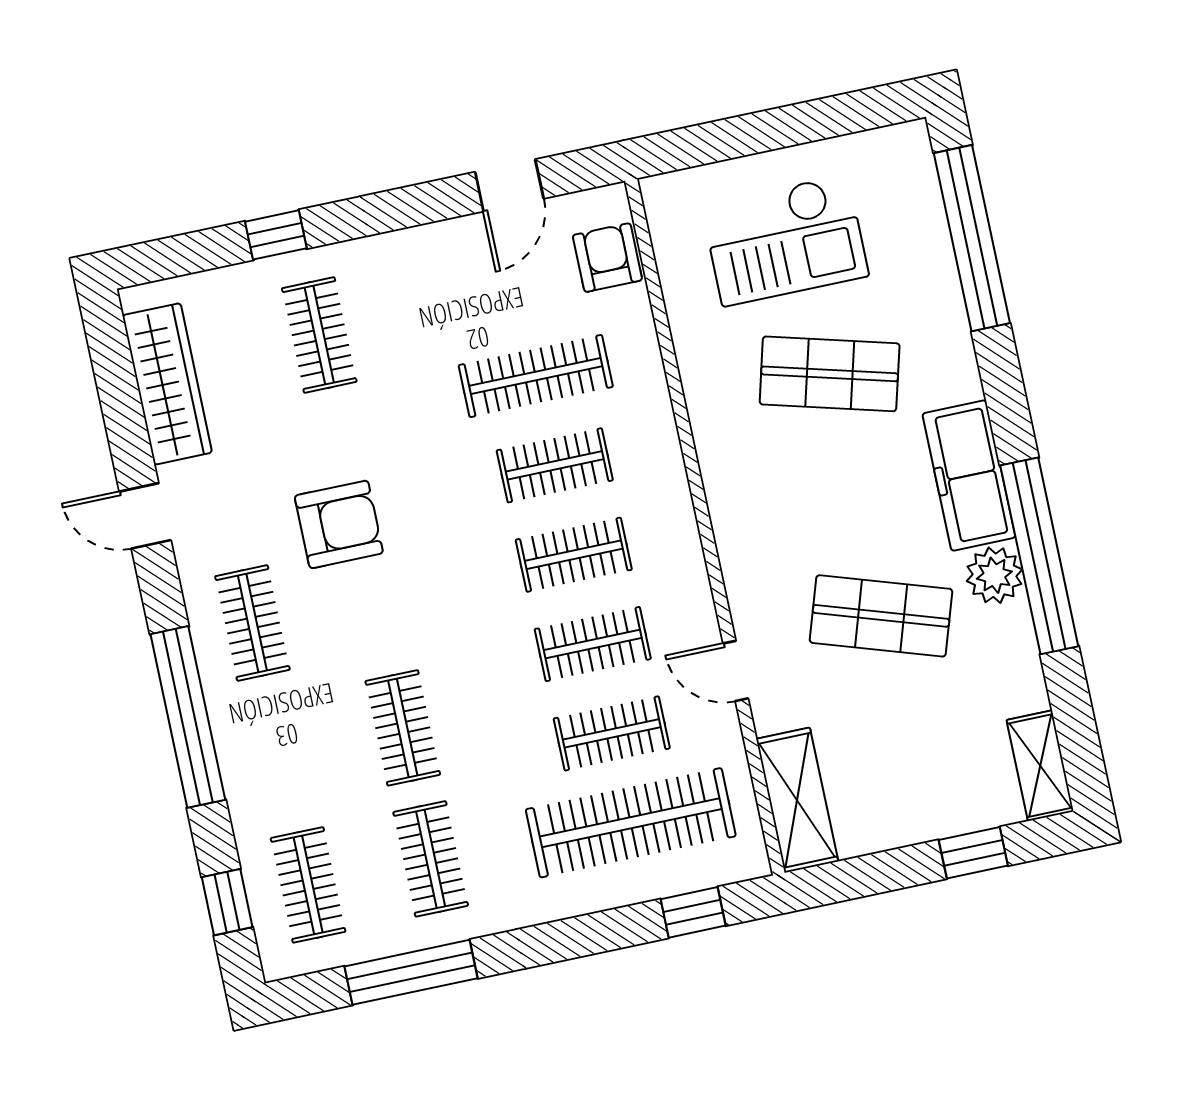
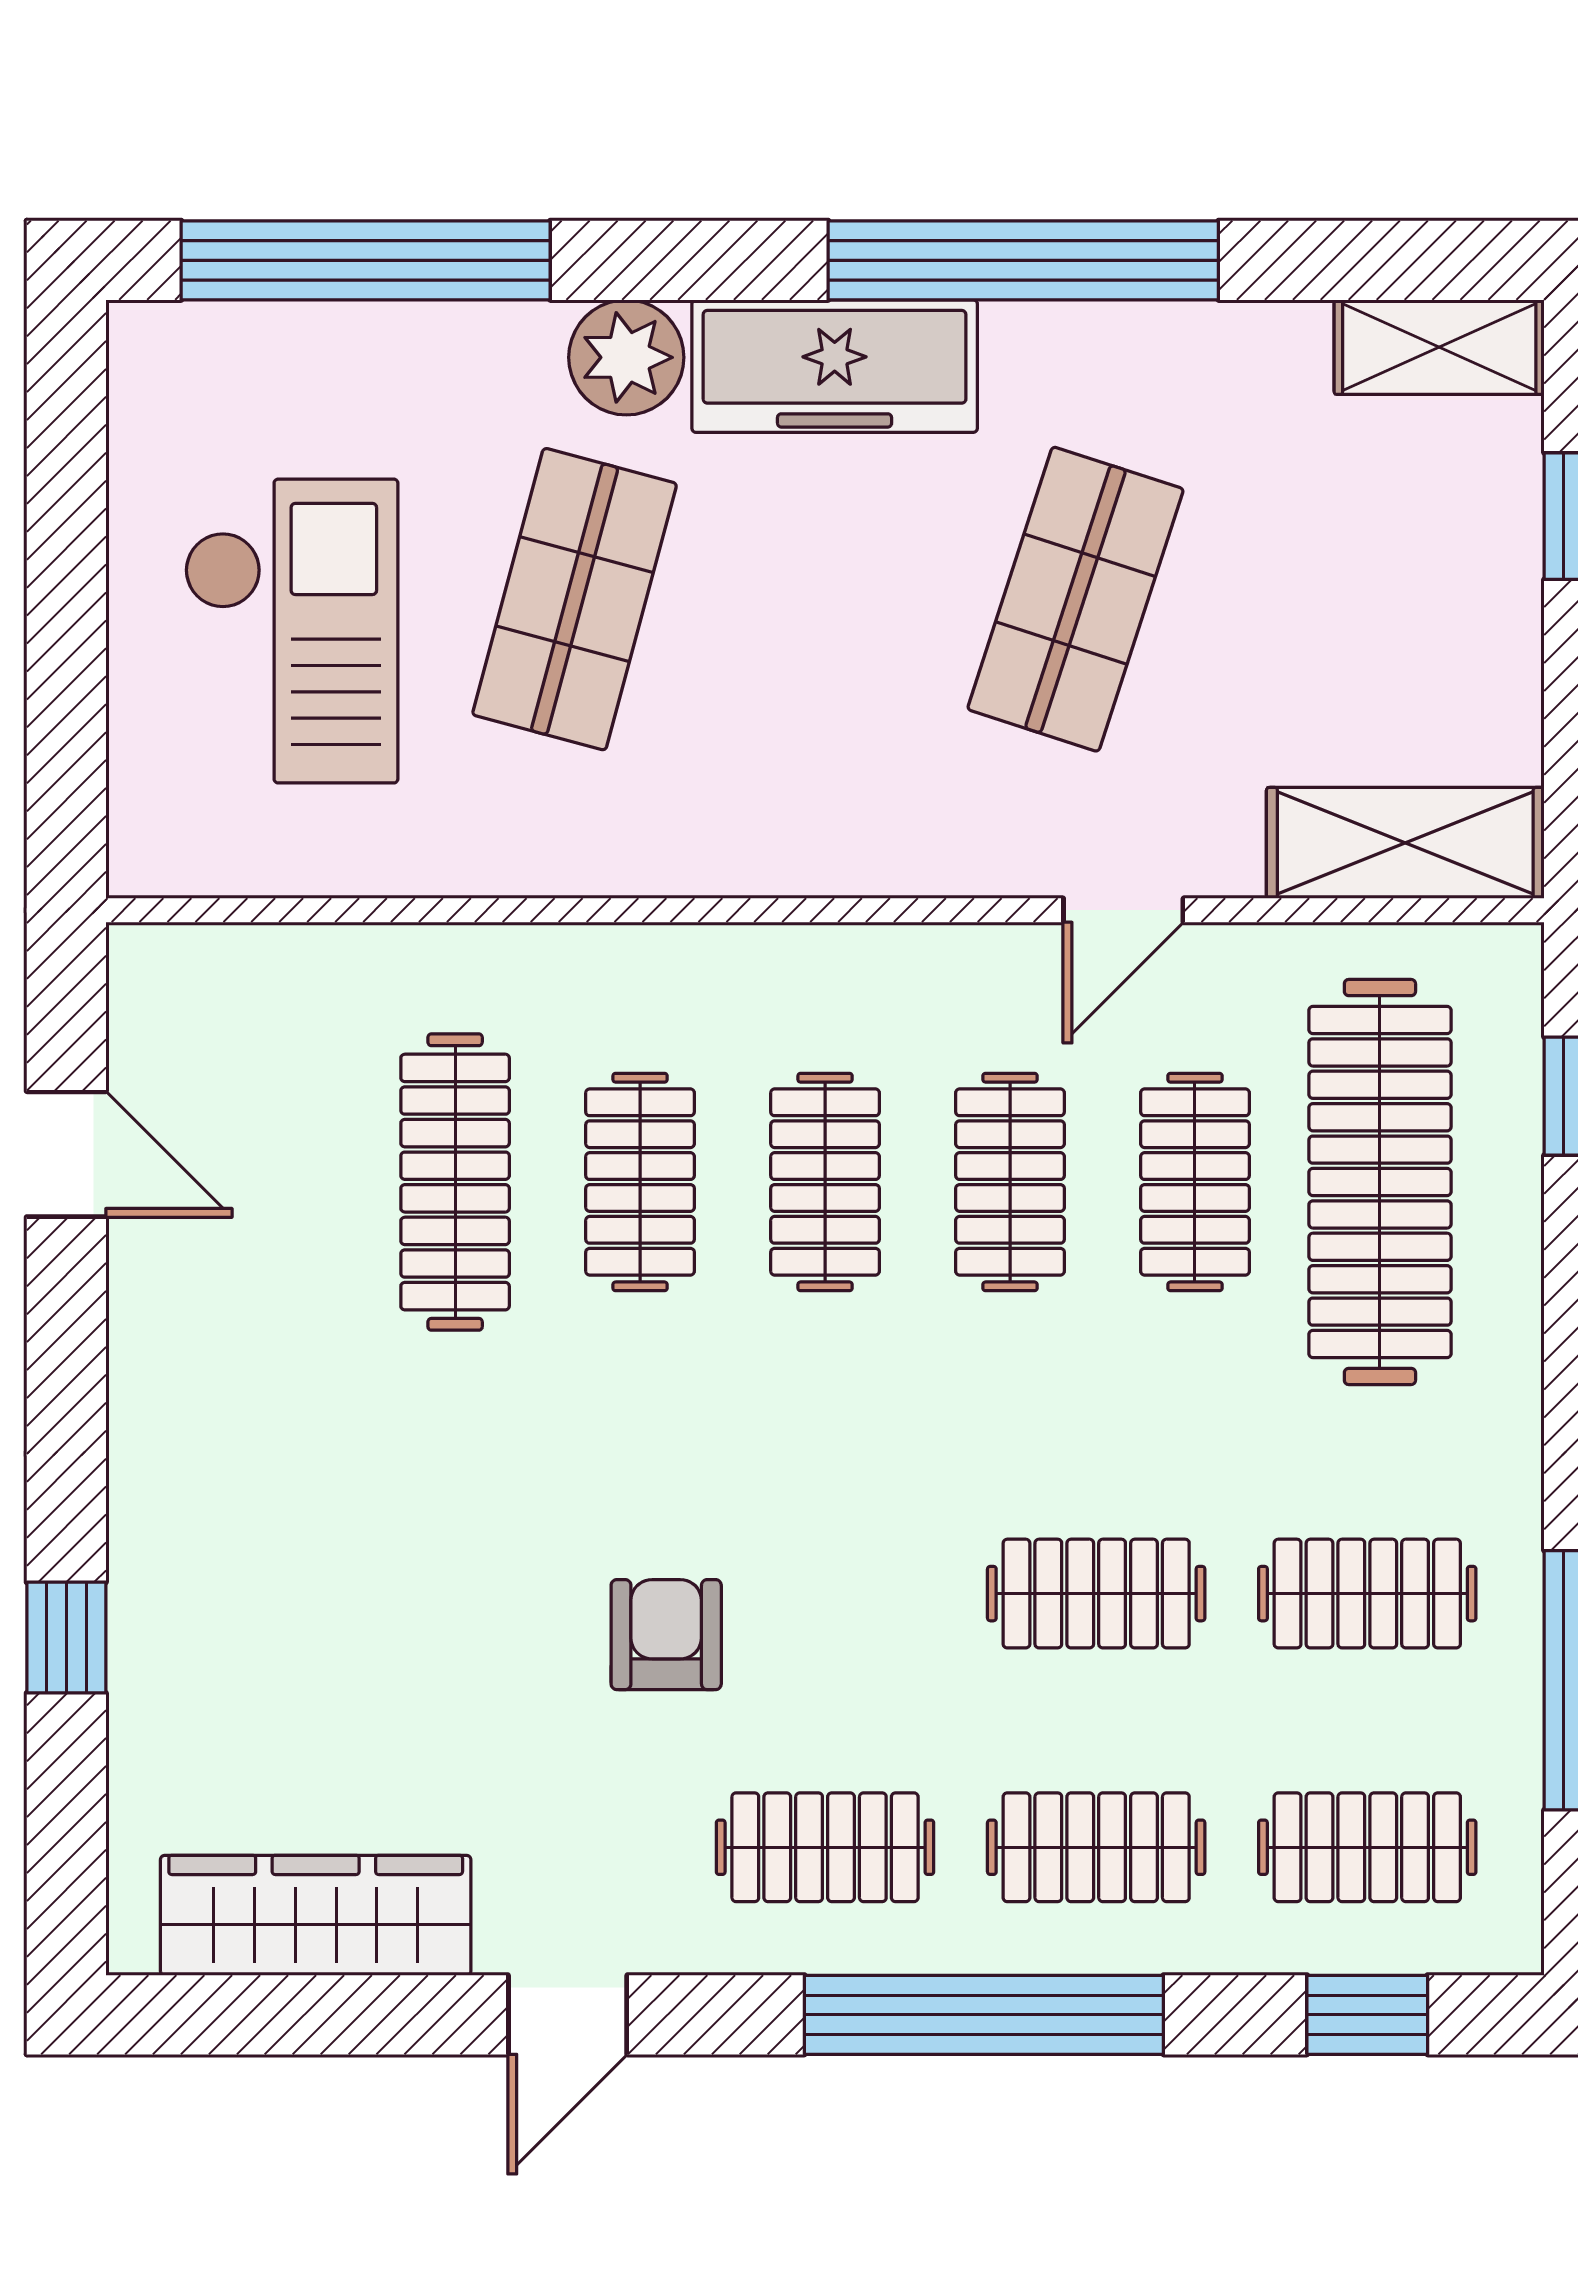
armchair: (607, 258) -> (251, 990), removed
clothes rail: (319, 335) -> (1096, 1847), moved
armchair: (339, 524) -> (666, 1635), width x0.72, depth x0.72
plant: (994, 575) -> (626, 357), moved

